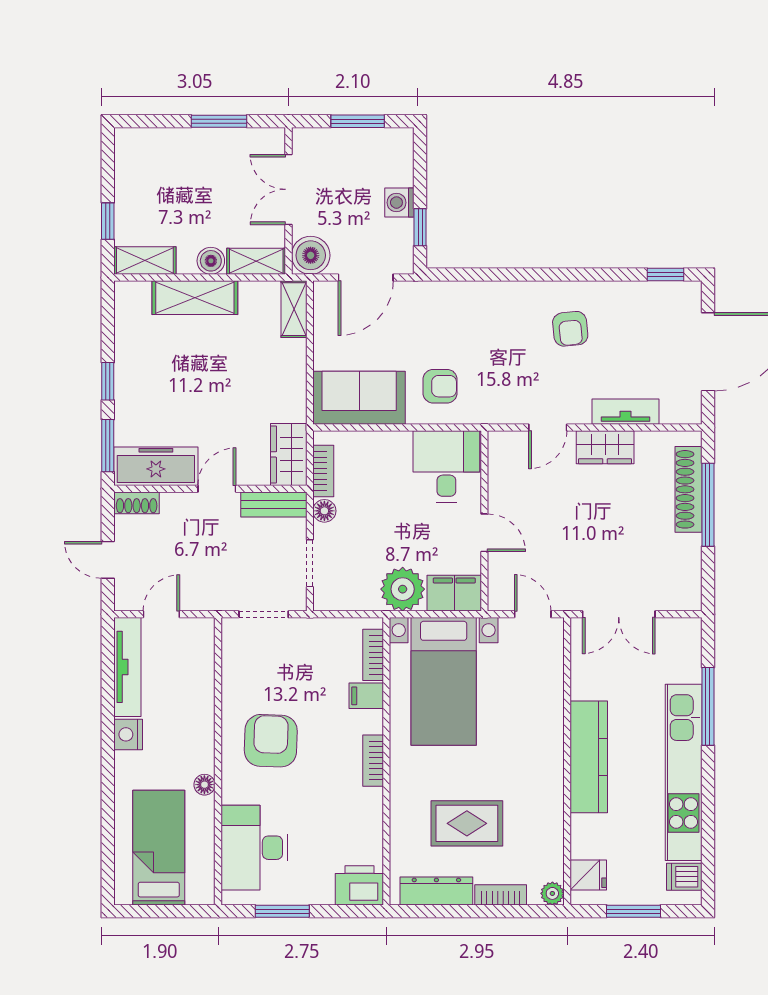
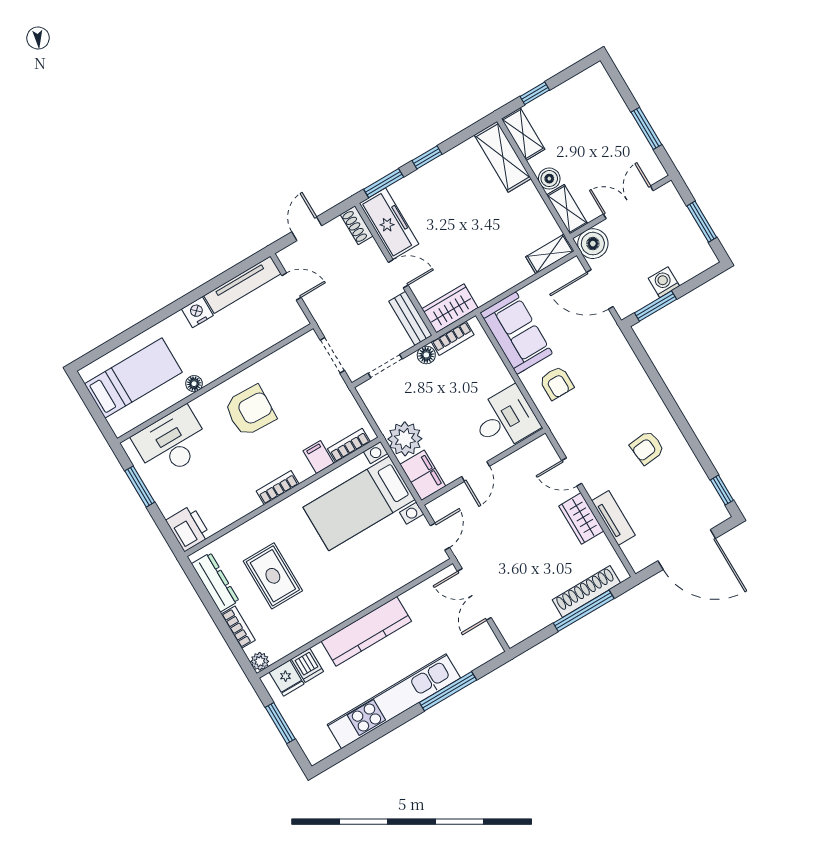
window: (420, 227) -> (656, 306), width x1.50
shelving: (195, 298) -> (503, 157), moved
dishwasher: (684, 877) -> (307, 665), moved, turned 180

